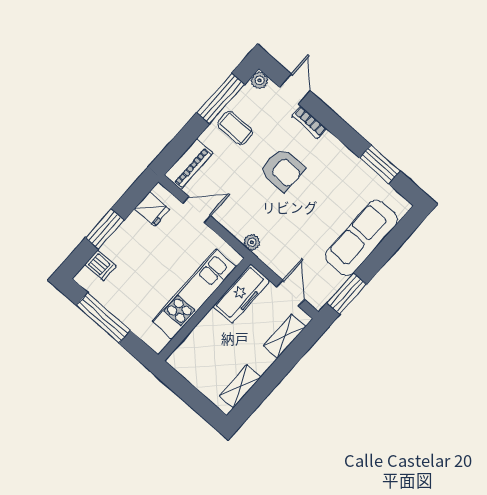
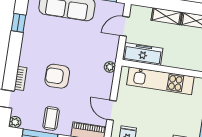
window: (380, 164) -> (18, 23), width x0.67
armchair: (283, 170) -> (57, 76), turned -90
shelving: (285, 336) -> (166, 16), moved

